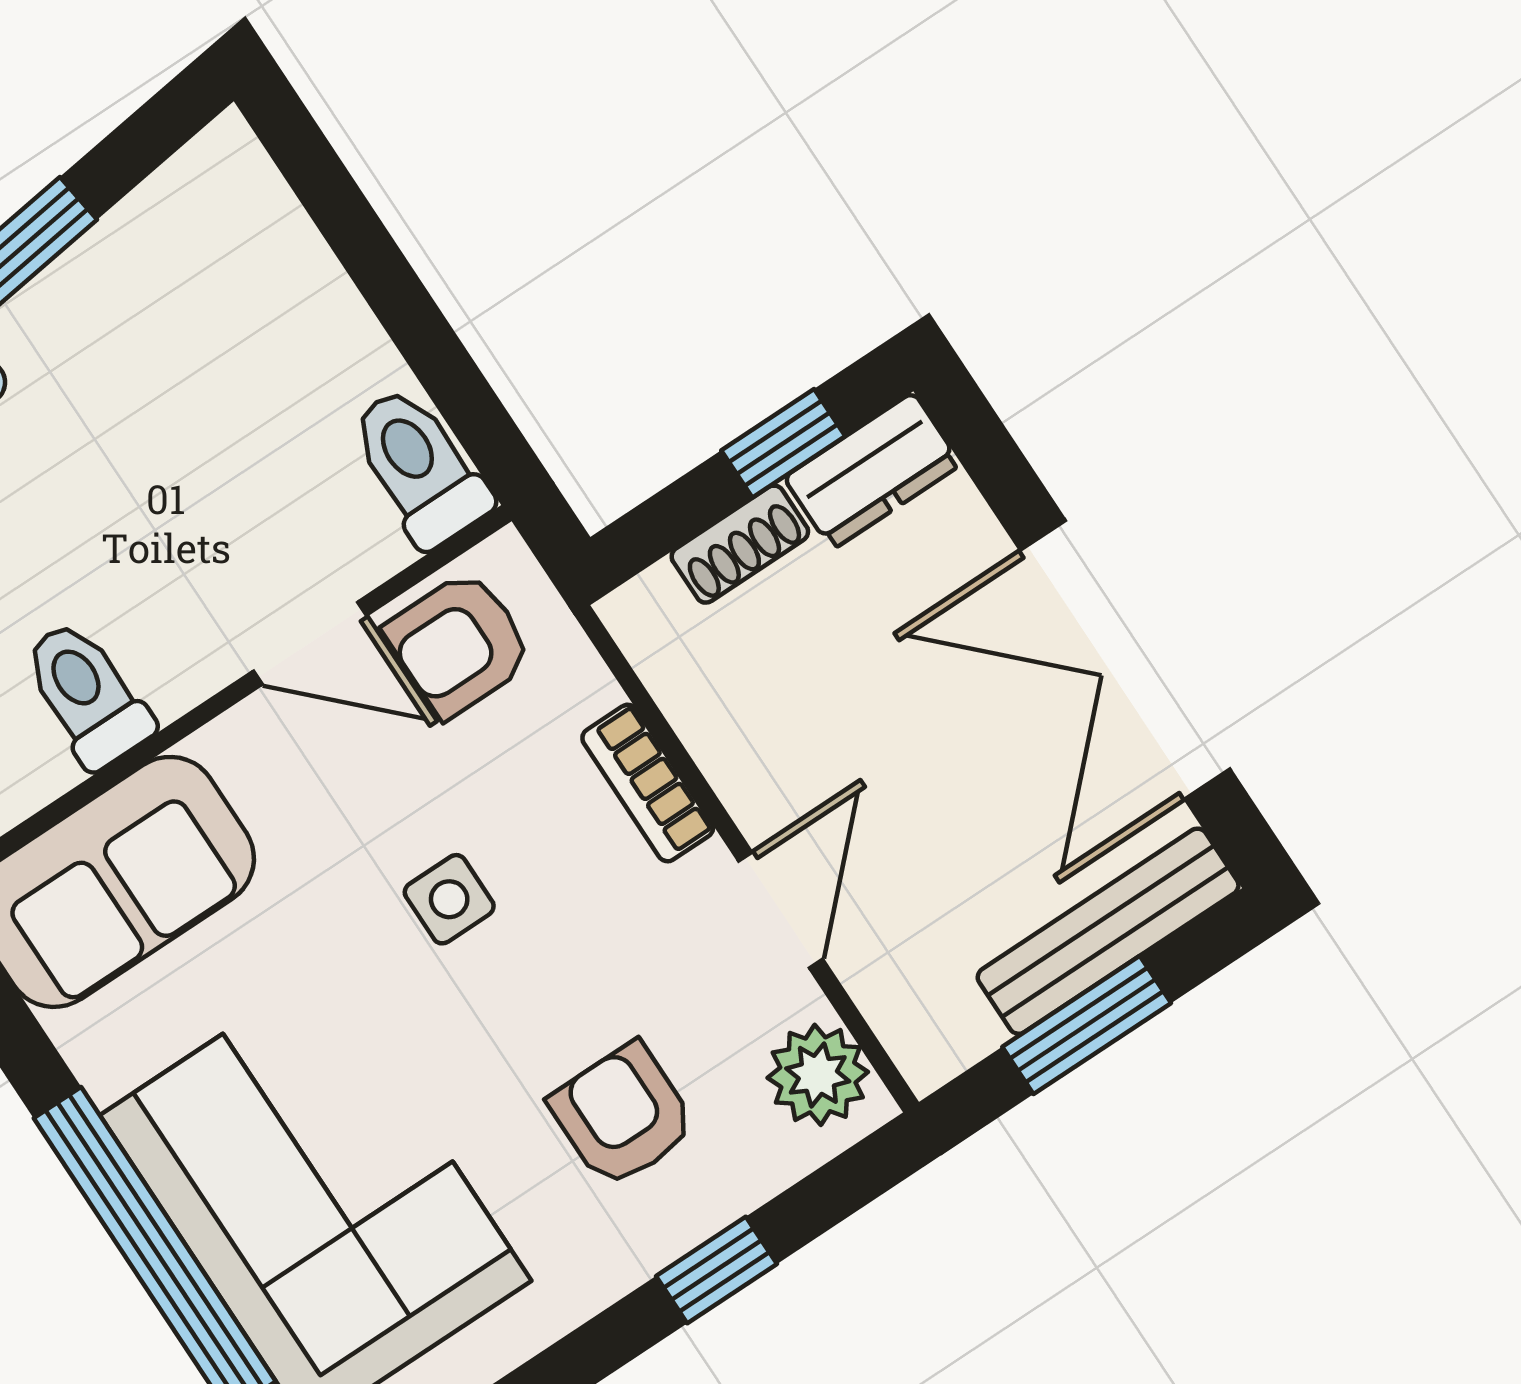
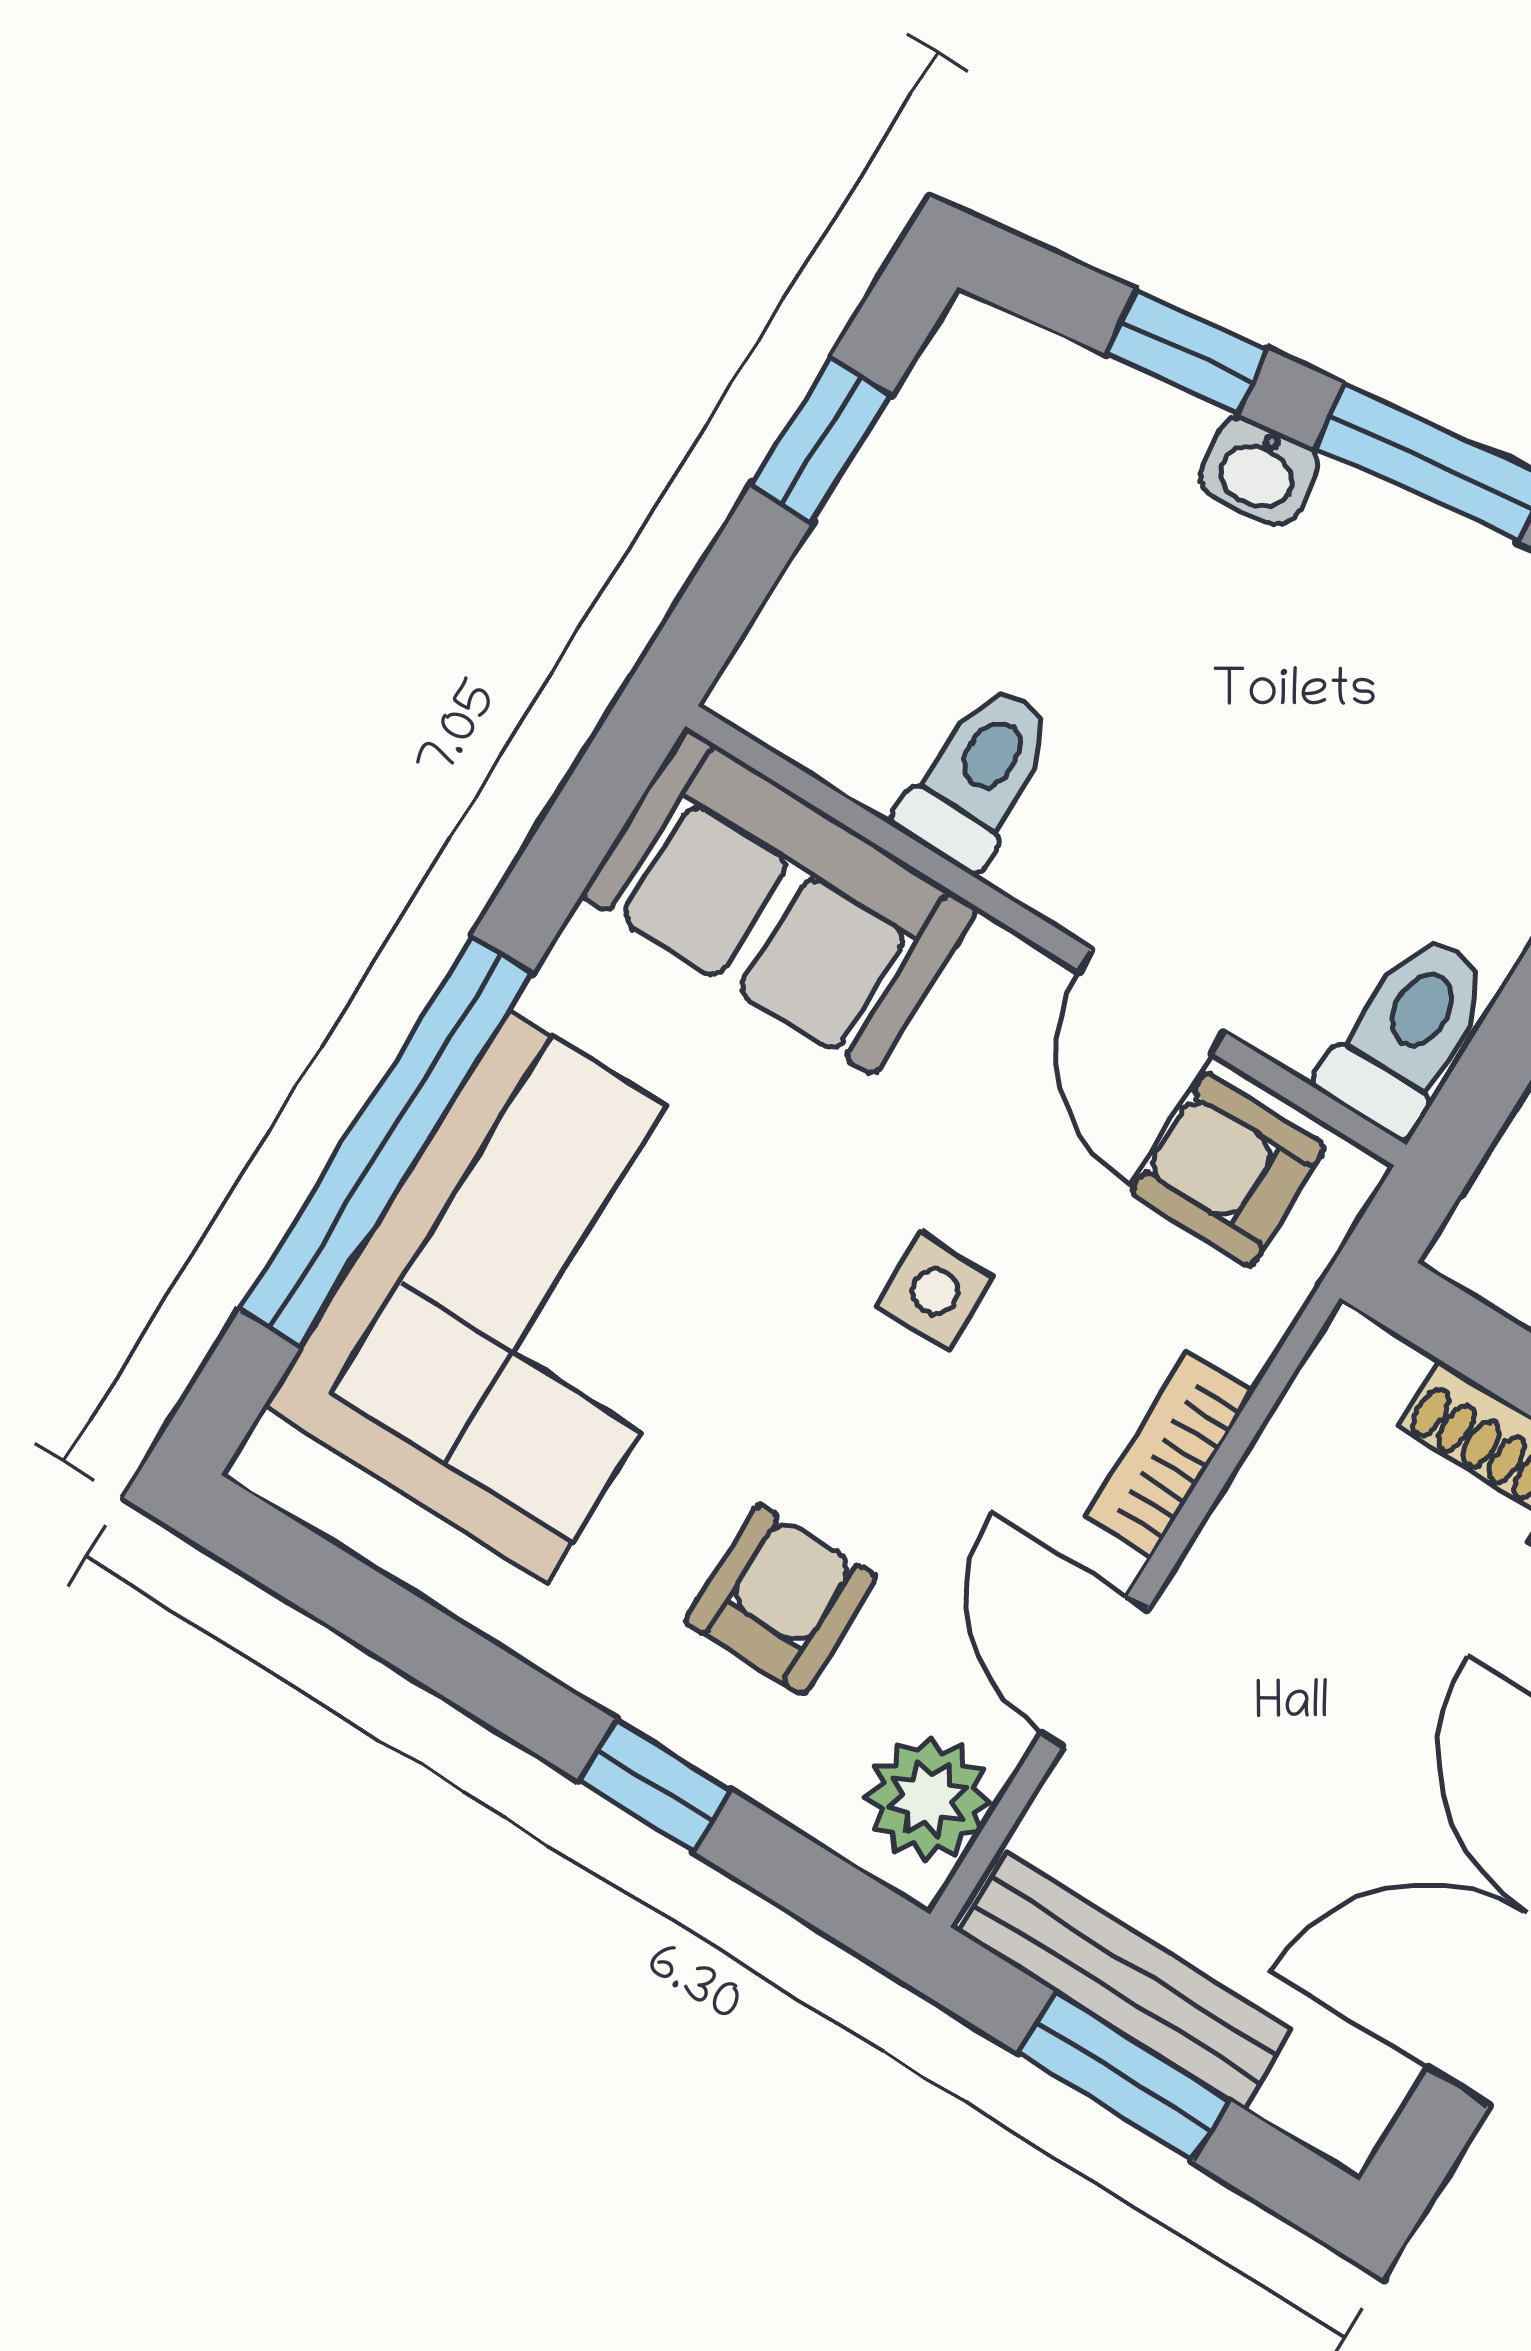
door: (781, 910) -> (1095, 1671), swing flipped
bench: (1108, 931) -> (1126, 1980), moved

